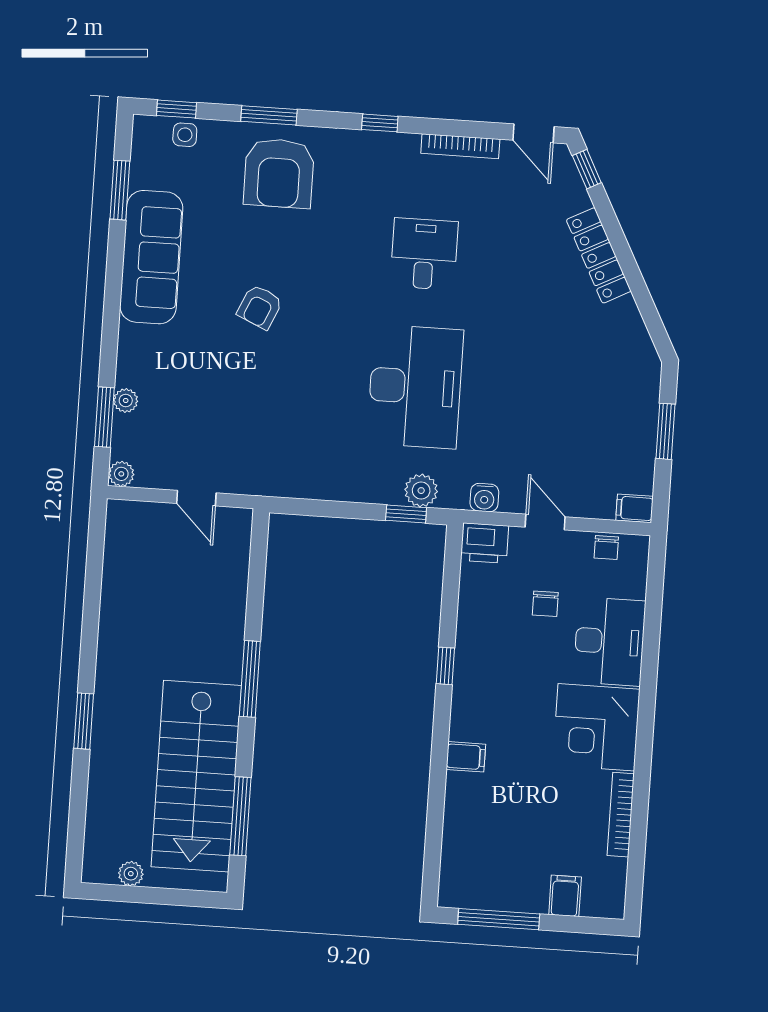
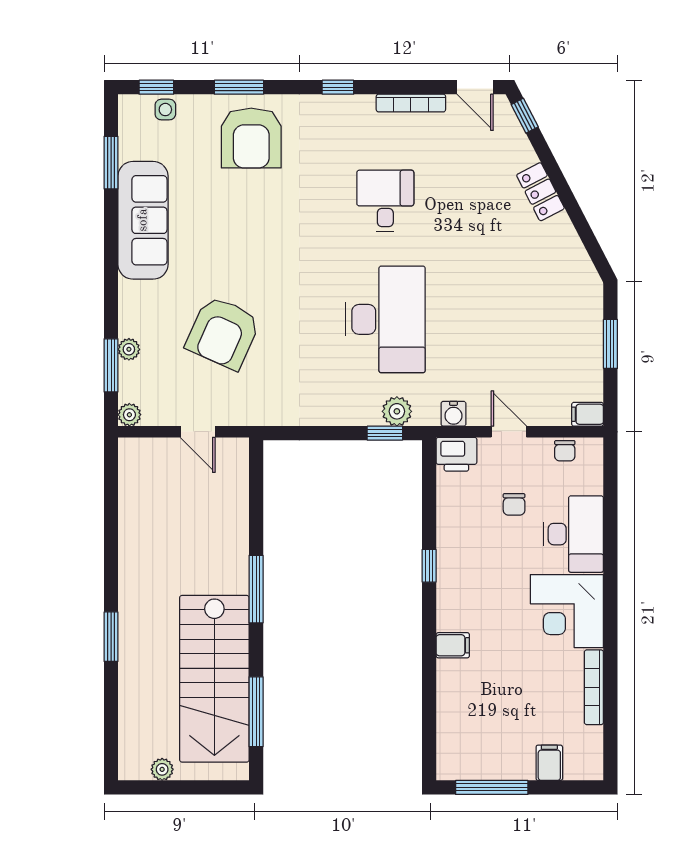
locker: (599, 255) -> (540, 192), width x0.66
armchair: (260, 307) -> (223, 333), moved, width x1.88, depth x1.88

